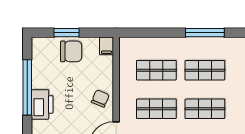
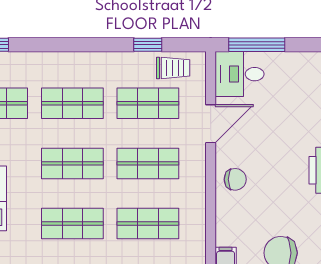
chair: (100, 99) -> (235, 179), turned -112

